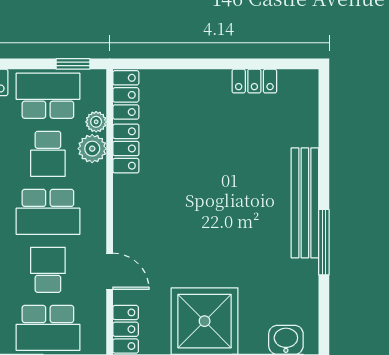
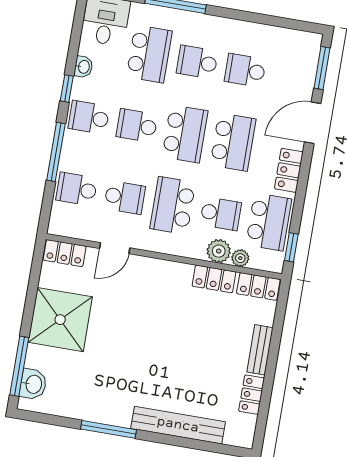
bench: (200, 80) -> (260, 350), added
school desk: (48, 154) -> (221, 214), turned 180
bench: (305, 203) -> (178, 425), moved
school desk: (48, 328) -> (77, 189), width x0.54

